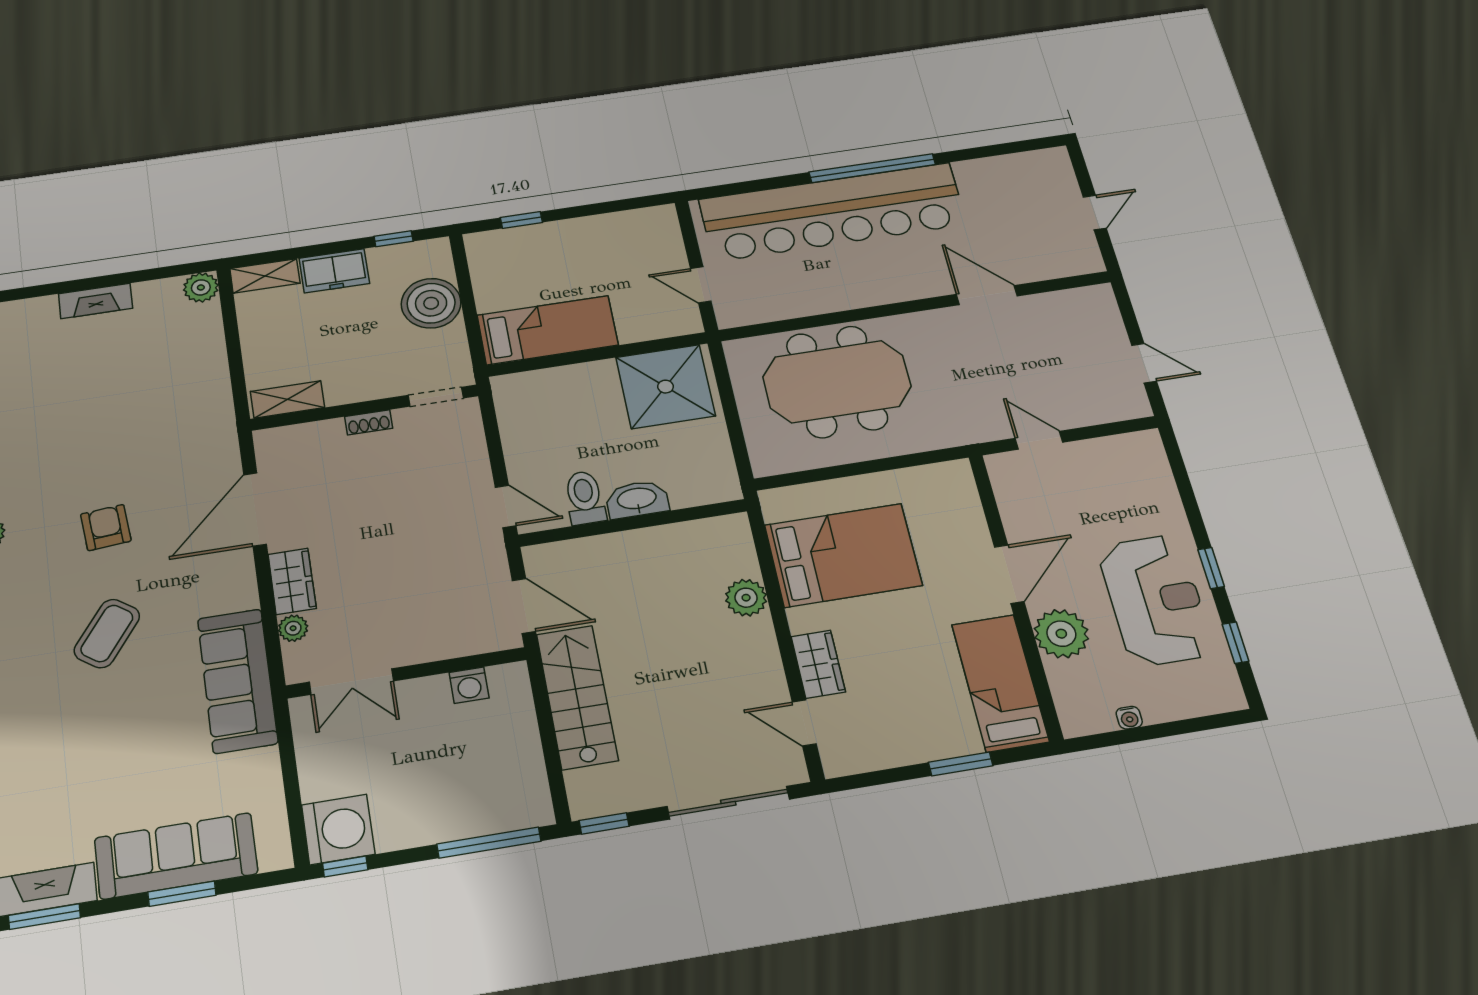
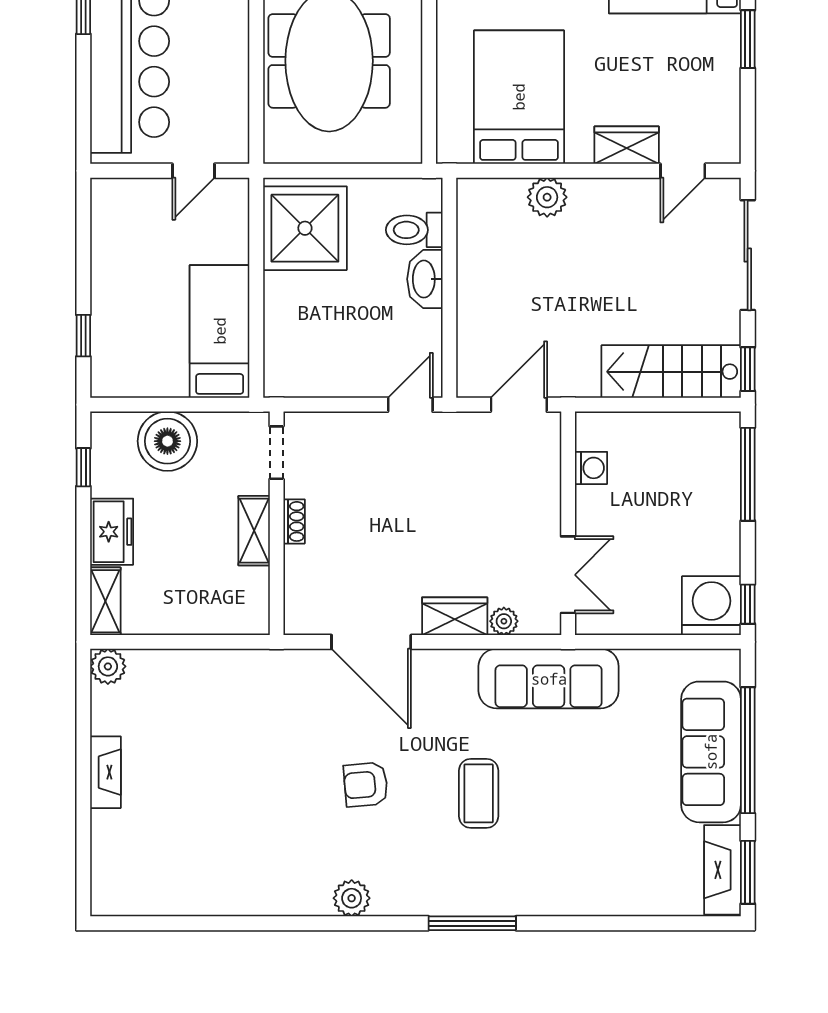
shelving: (287, 399) -> (254, 531), moved
toilet: (585, 498) -> (414, 230), moved
coffee table: (107, 633) -> (479, 793), turned 54
stairs: (577, 697) -> (671, 372), moved
window: (182, 894) -> (748, 750), width x2.11

